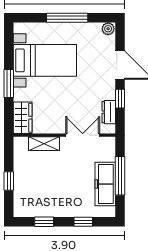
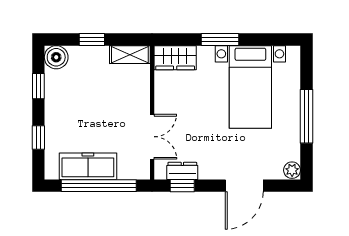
window: (120, 99) -> (182, 186), moved
shelving: (44, 144) -> (130, 55), moved, turned 90
window: (120, 176) -> (99, 186), width x1.46
boiler: (22, 208) -> (56, 57), added

